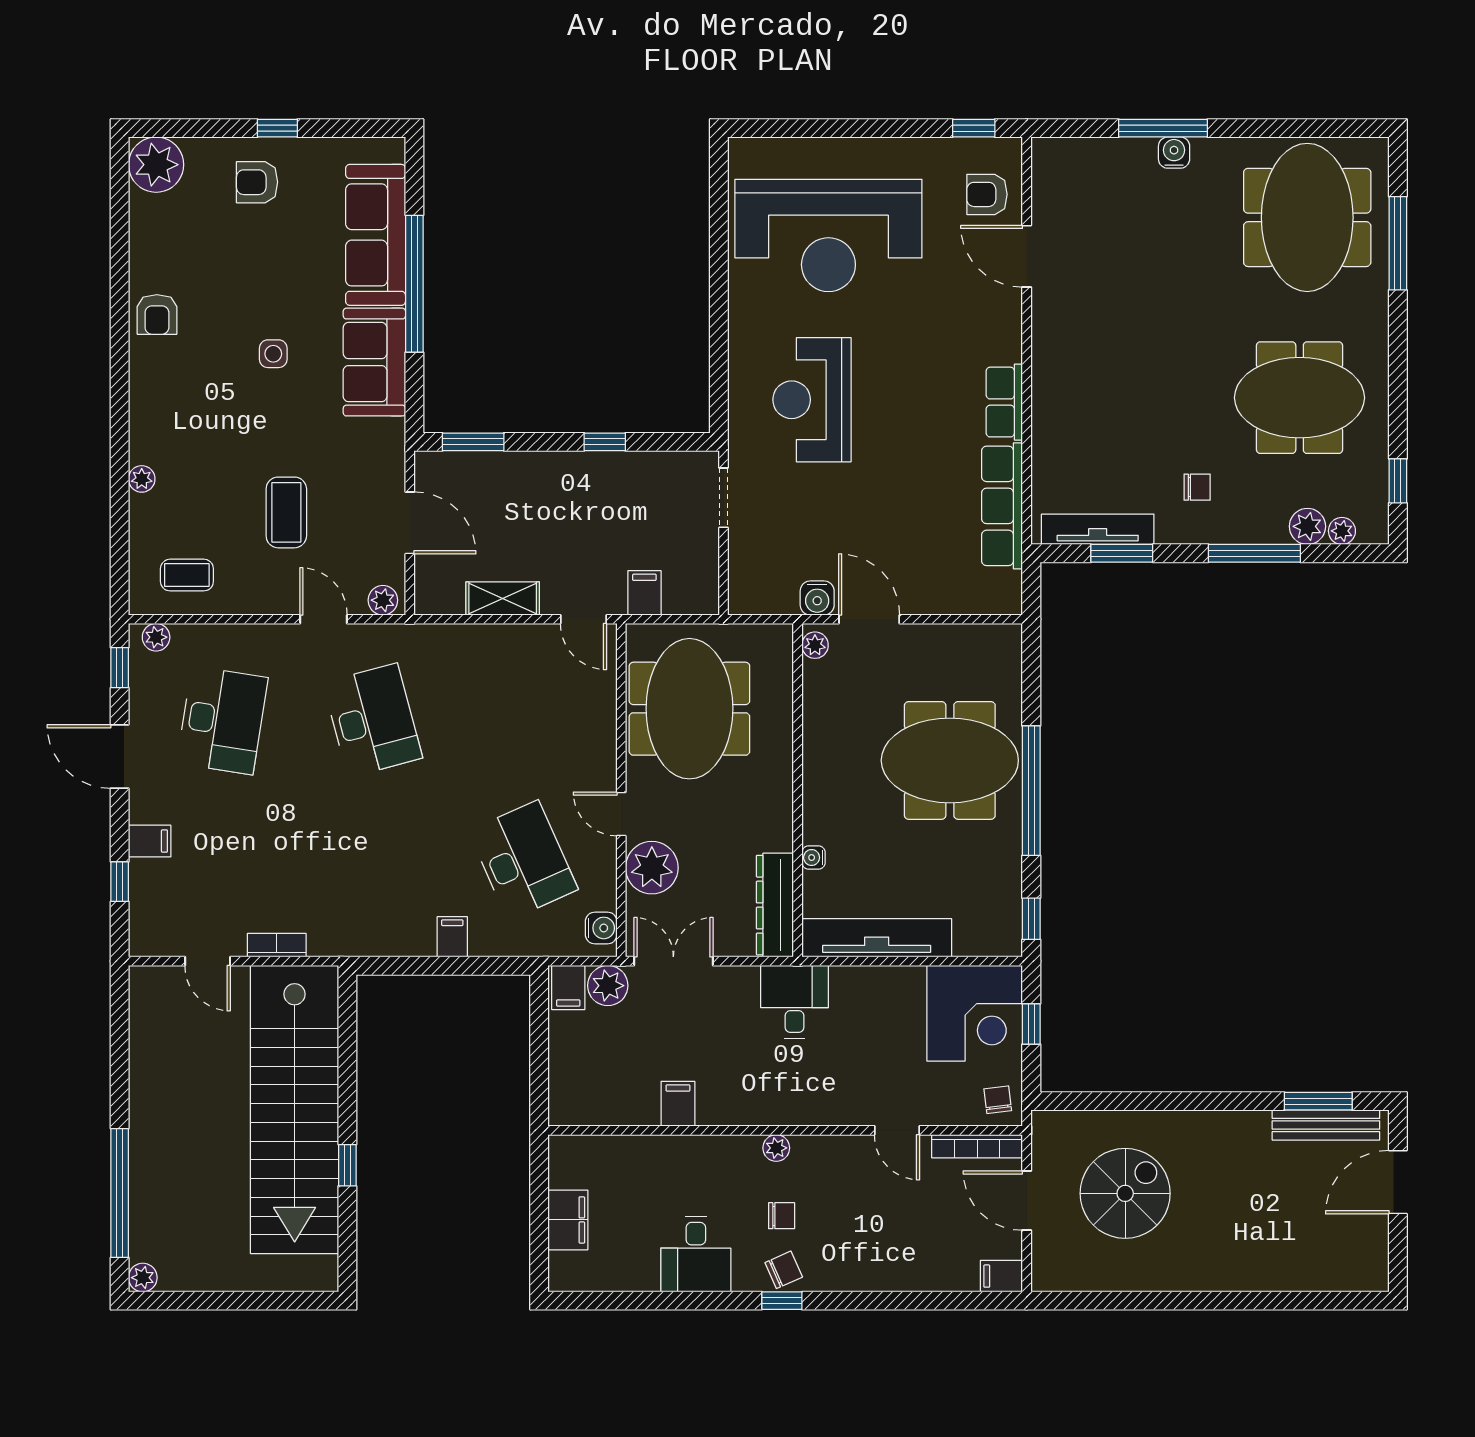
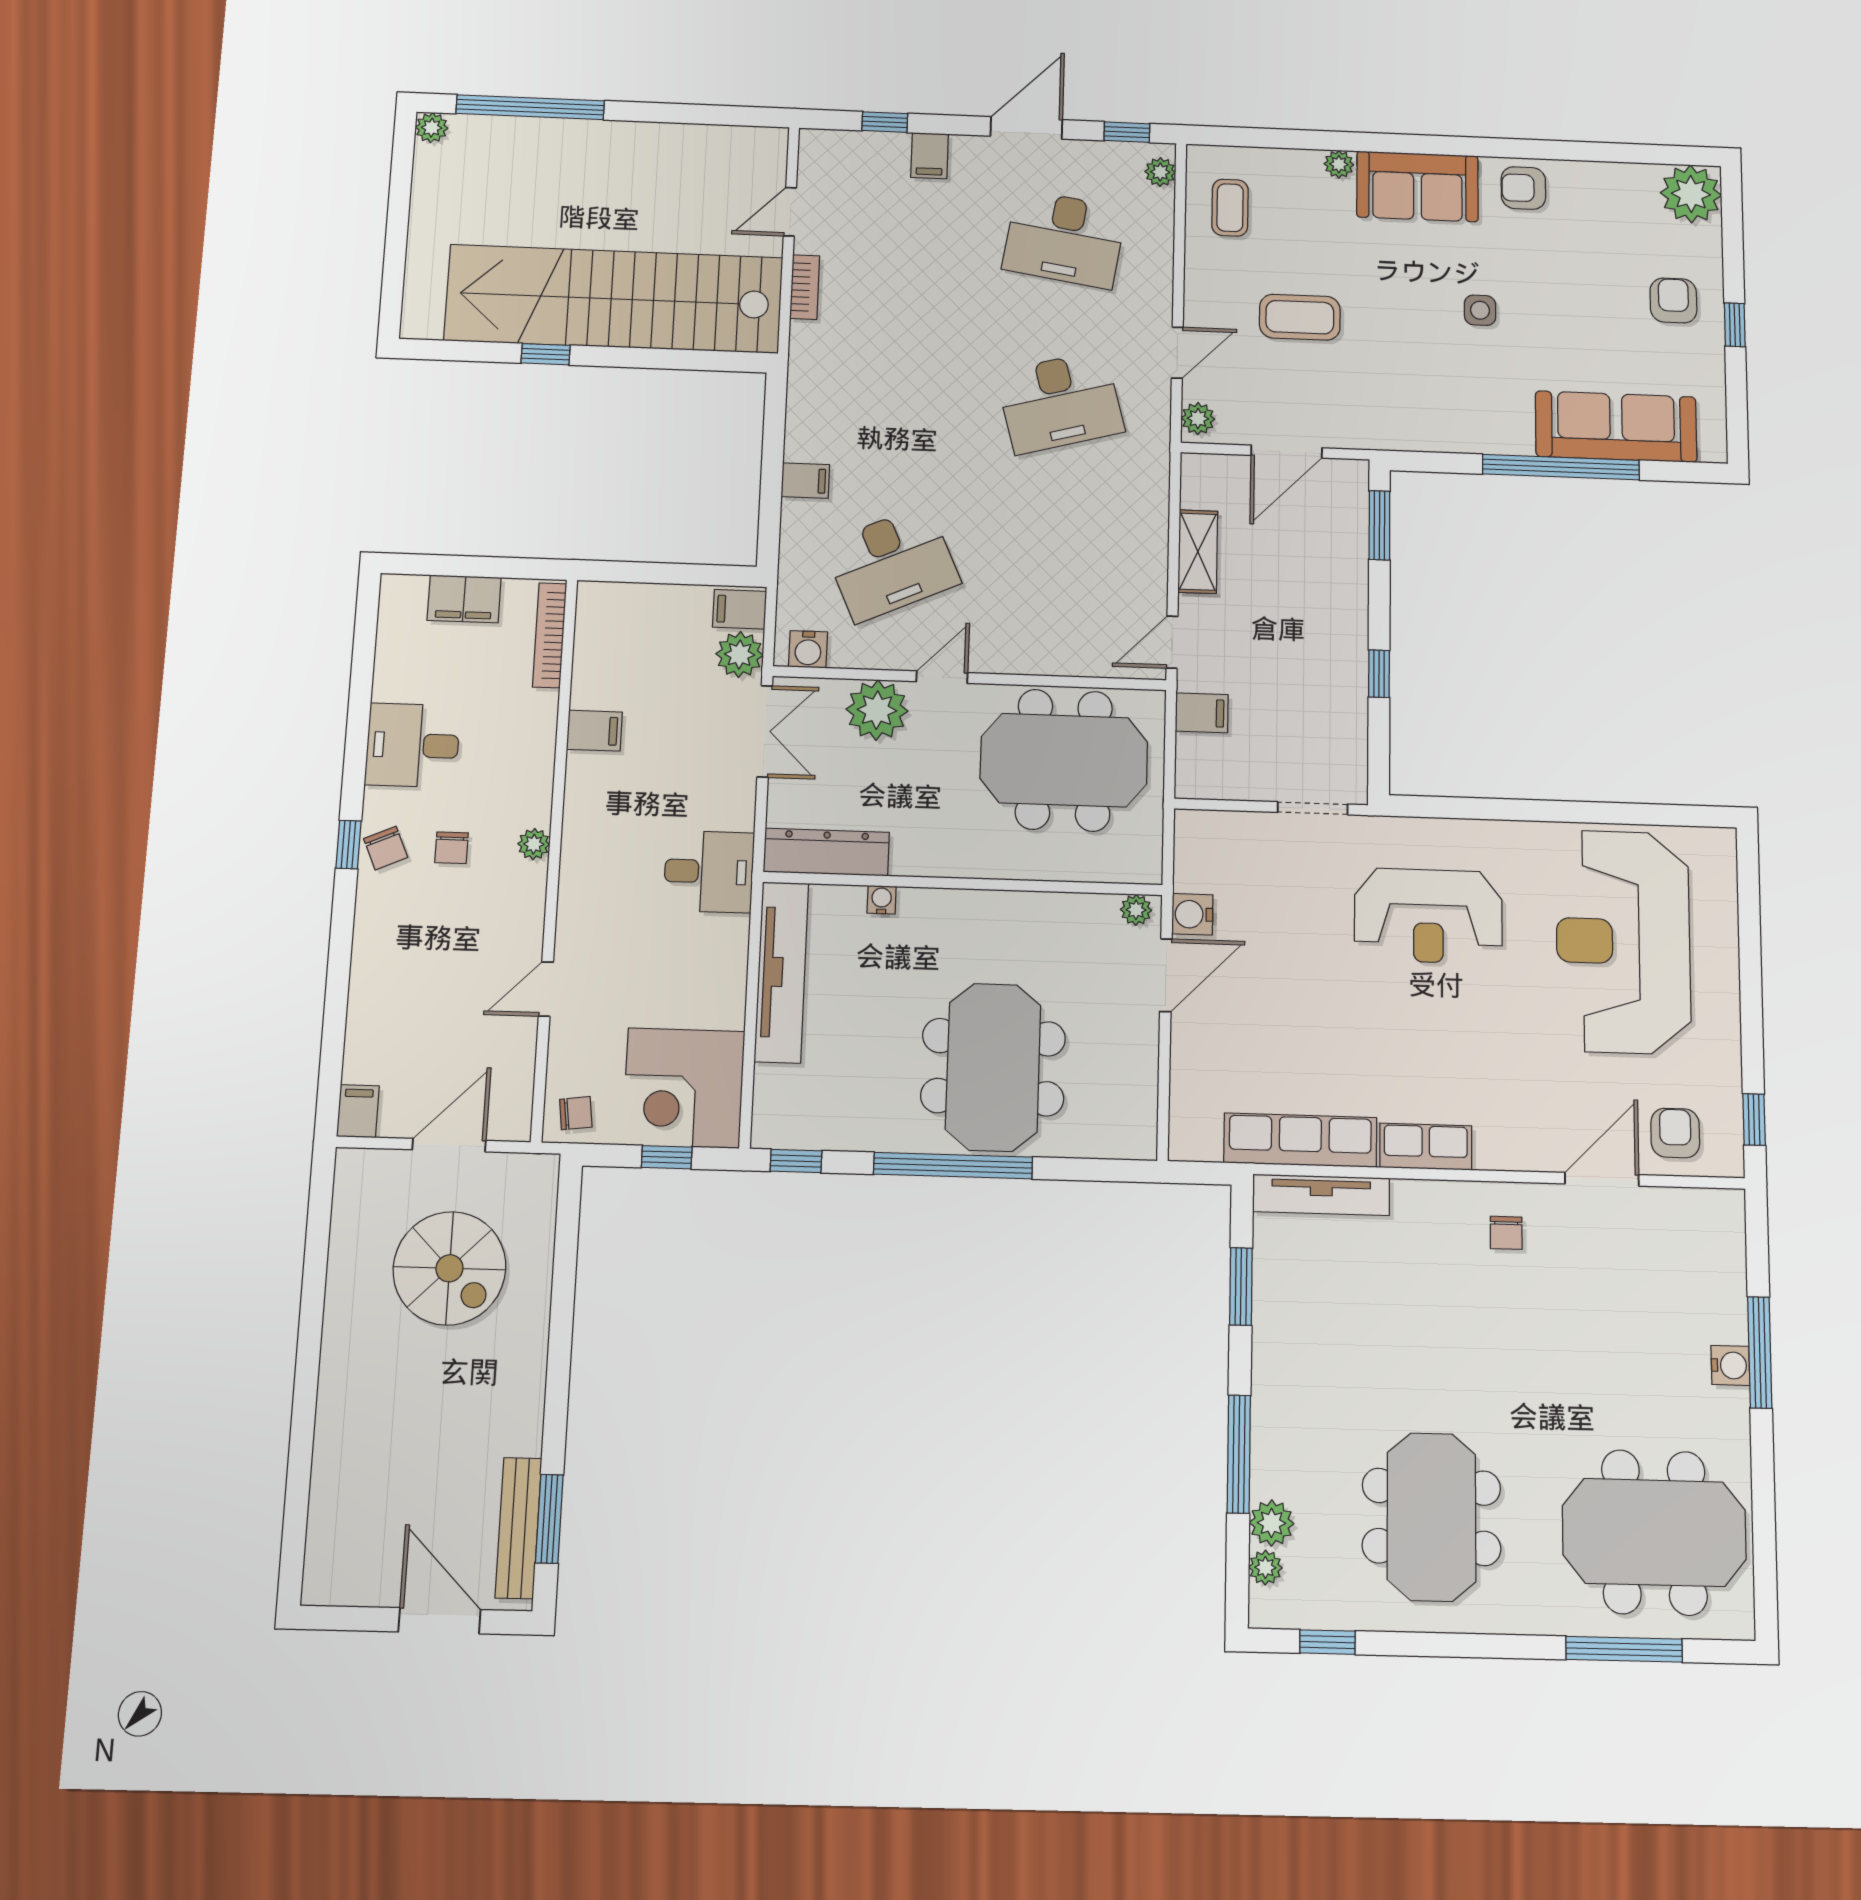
sofa: (374, 362) -> (1417, 186), moved, turned 180
reception desk: (812, 400) -> (1428, 916), turned 180
chair: (1197, 487) -> (1506, 1233), moved
tv unit: (1098, 529) -> (1321, 1195), moved, turned 90
bookcase: (977, 1146) -> (550, 635), moved

